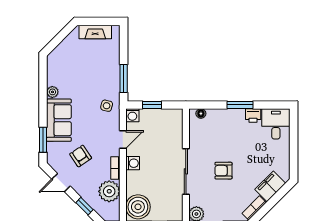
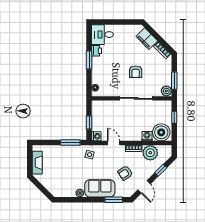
washing machine: (133, 163) -> (147, 136), moved

